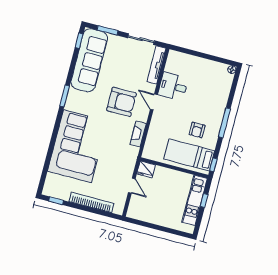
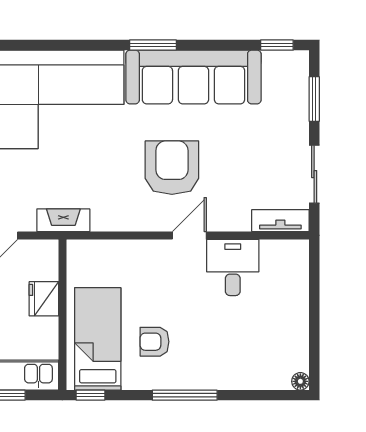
sofa: (89, 60) -> (193, 77), moved
tv unit: (156, 65) -> (280, 221), width x0.71
armchair: (122, 102) -> (172, 168), turned 180
fireplace: (138, 134) -> (63, 220), moved
fridge: (146, 169) -> (44, 299), moved

